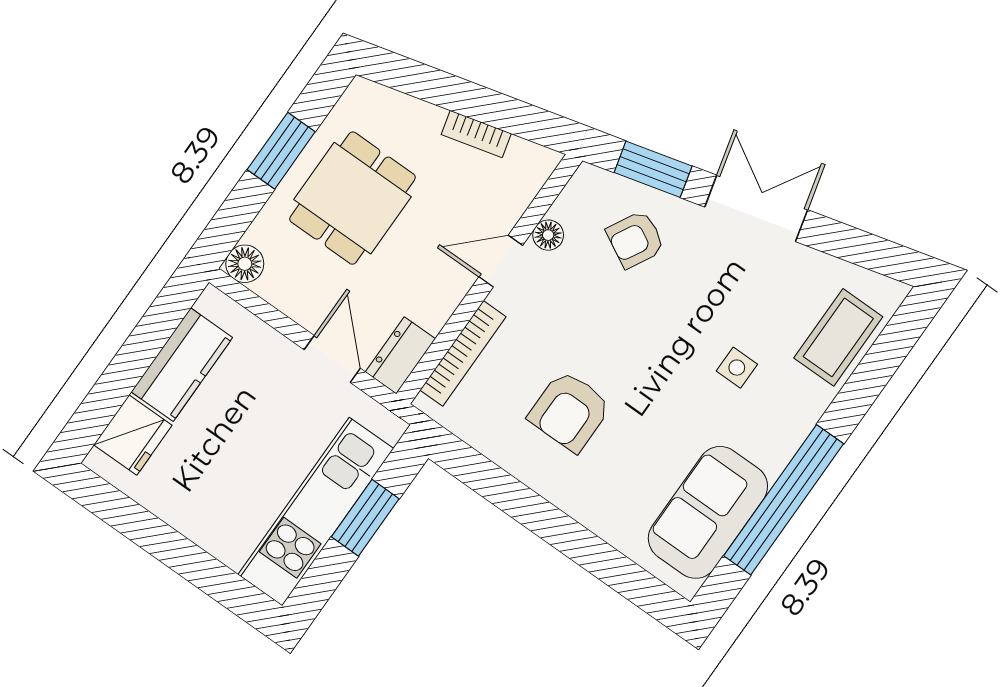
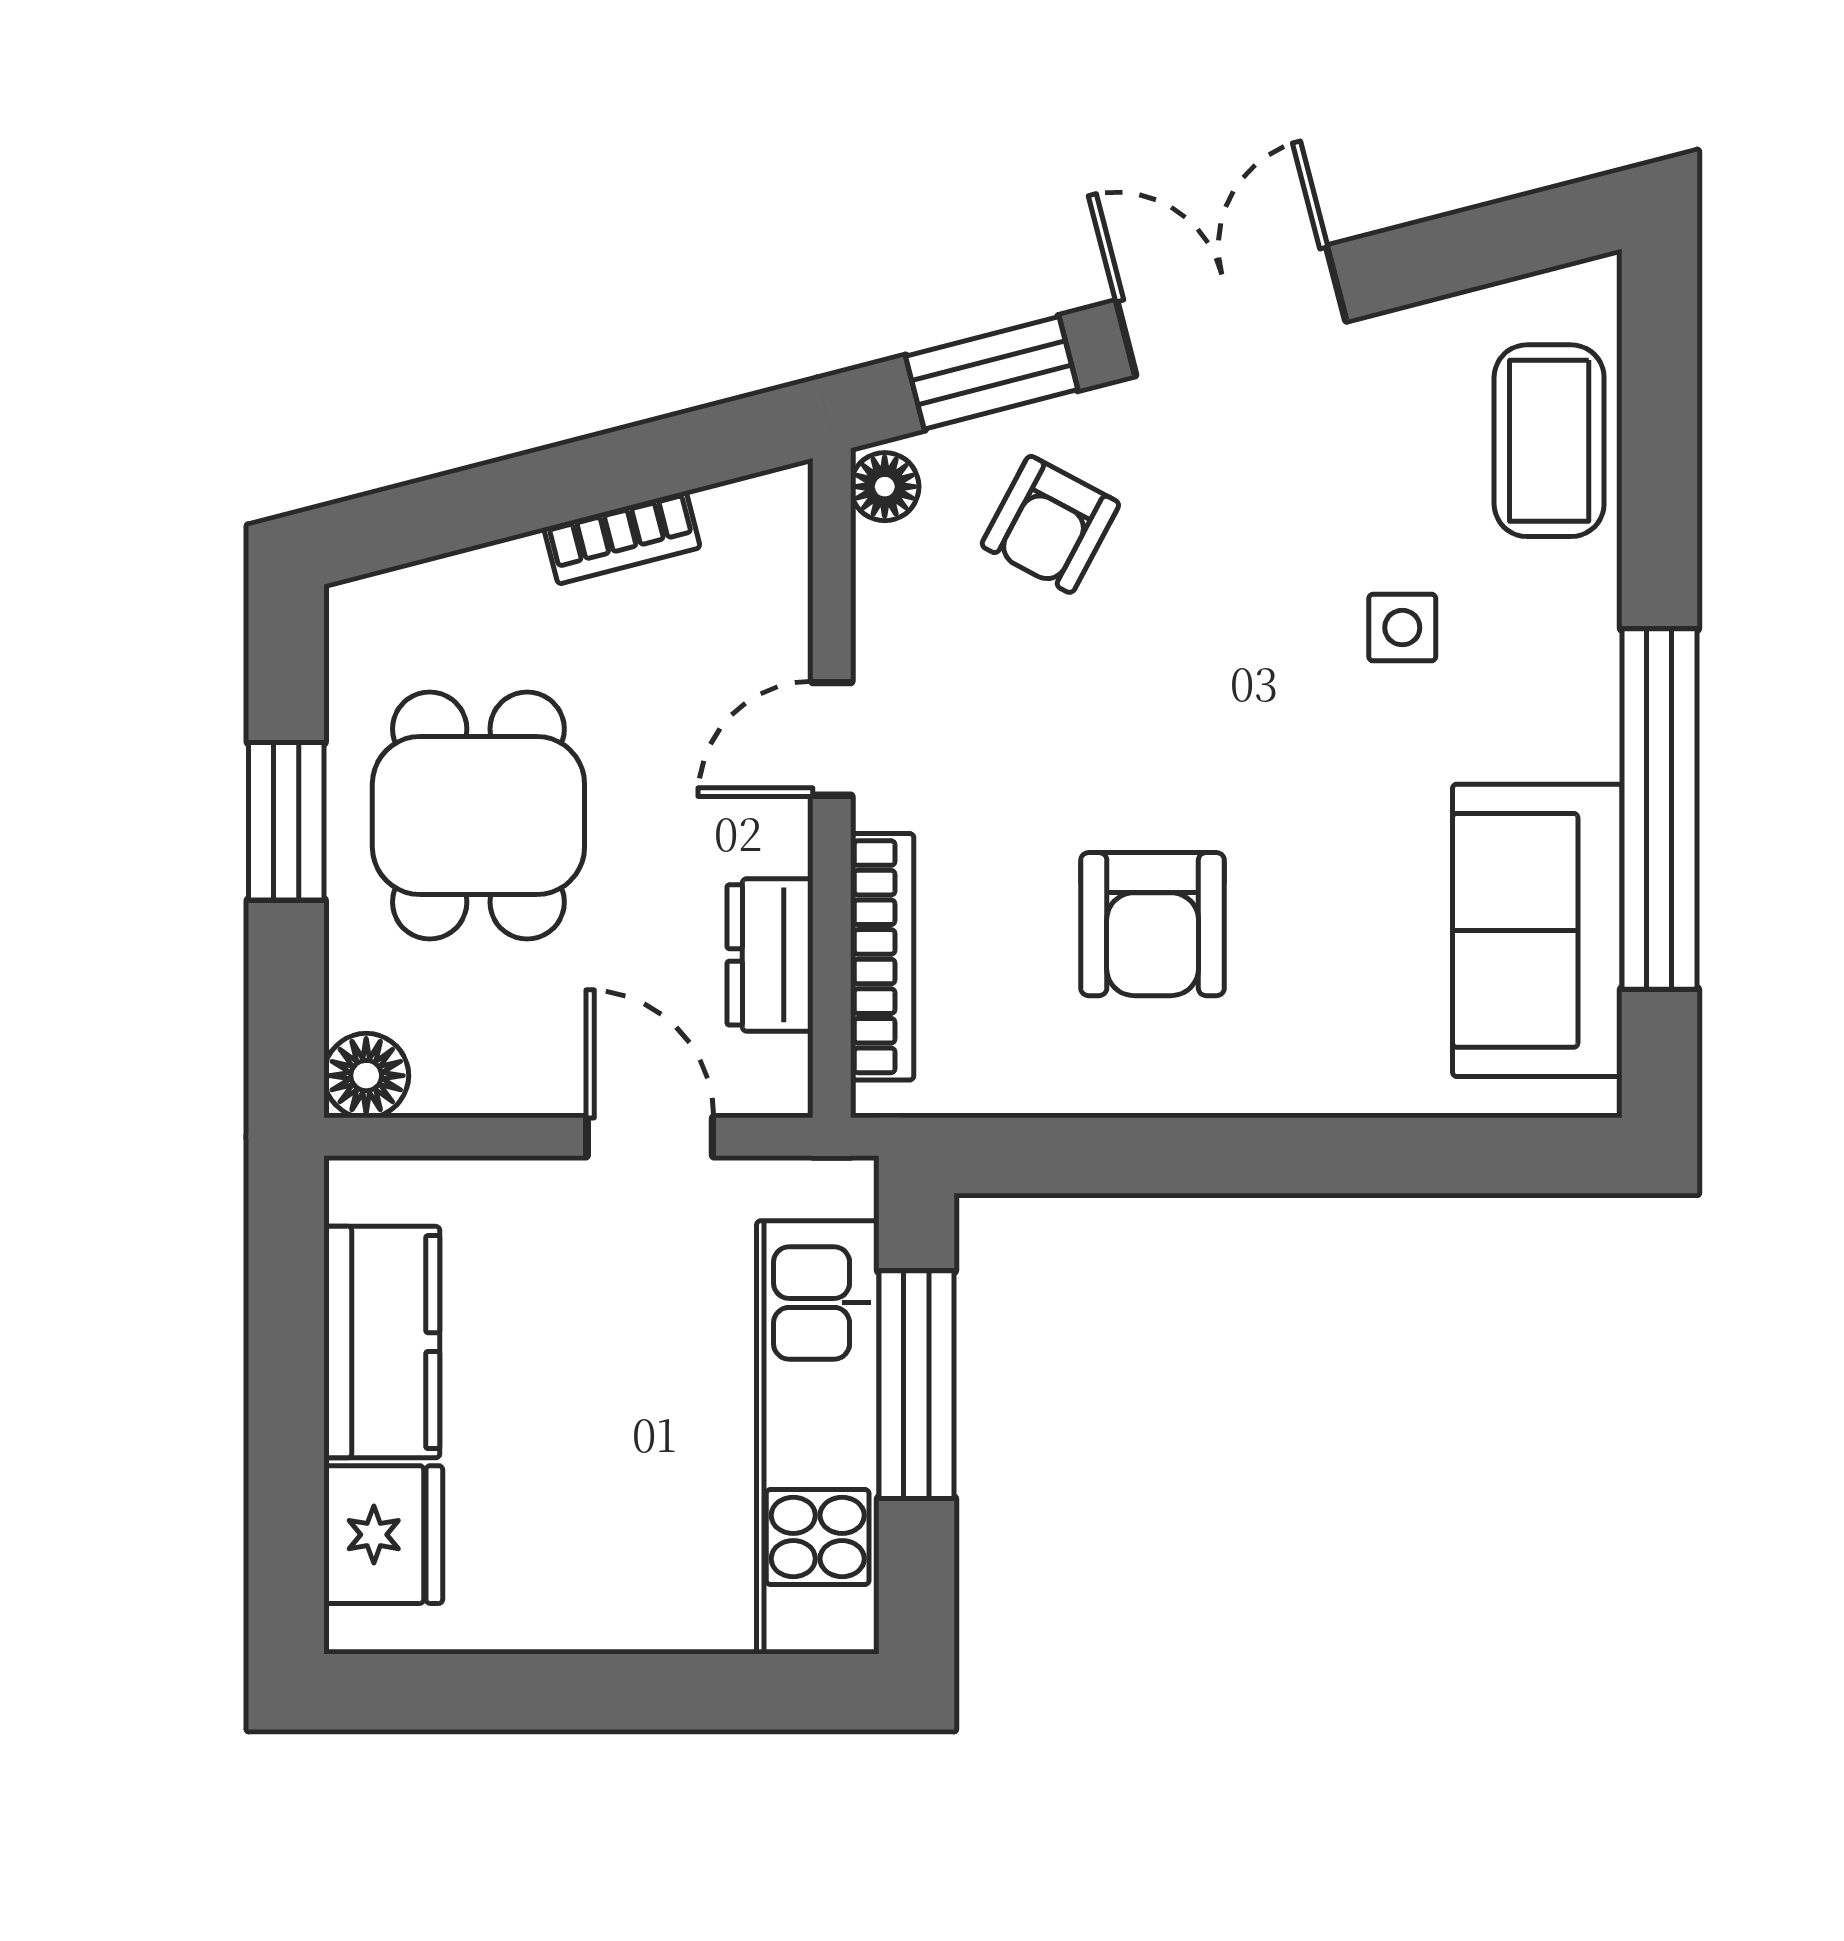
floor lamp: (548, 235) -> (885, 487), moved
dresser: (400, 355) -> (770, 955), moved
window: (365, 518) -> (916, 1385), width x1.44

